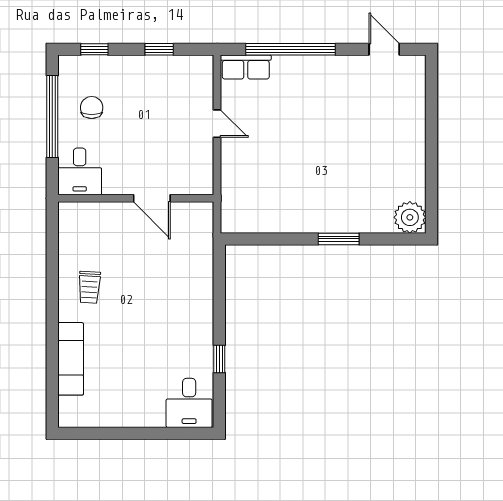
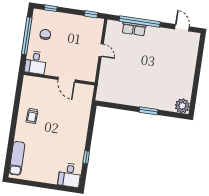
window: (159, 49) -> (91, 14), moved
row of seats: (246, 67) -> (134, 29), moved
exam couch: (71, 359) -> (17, 158), moved

